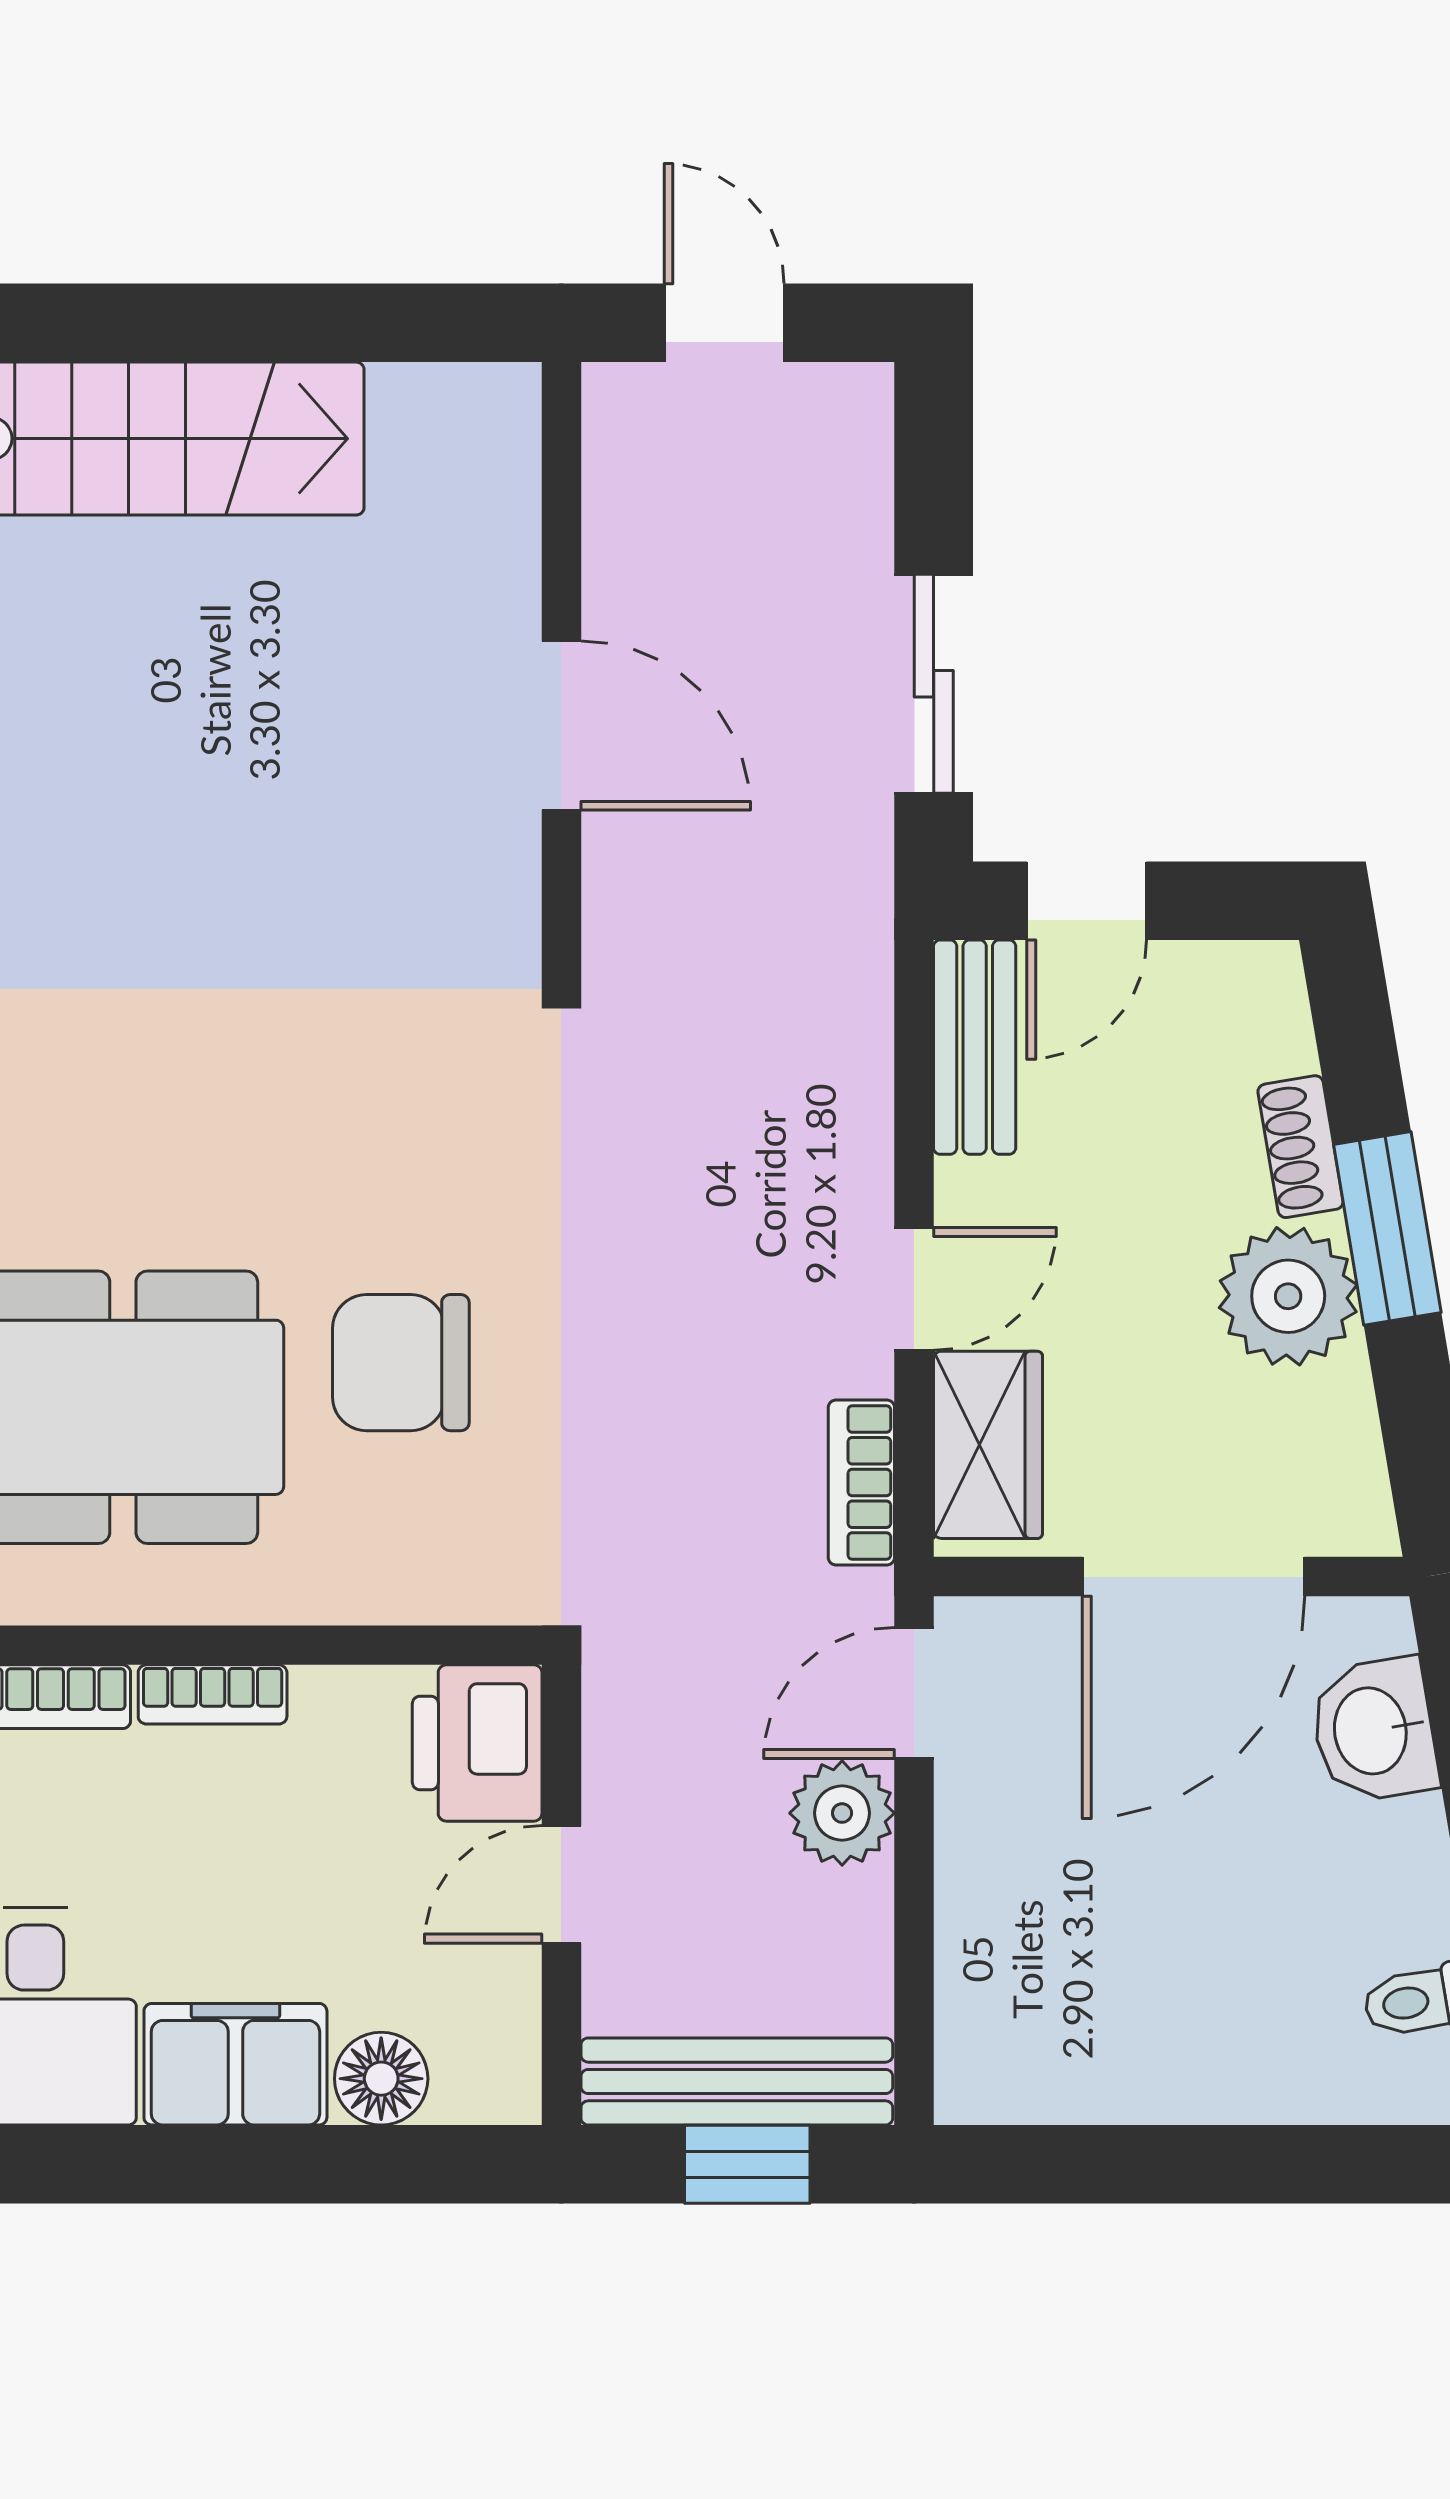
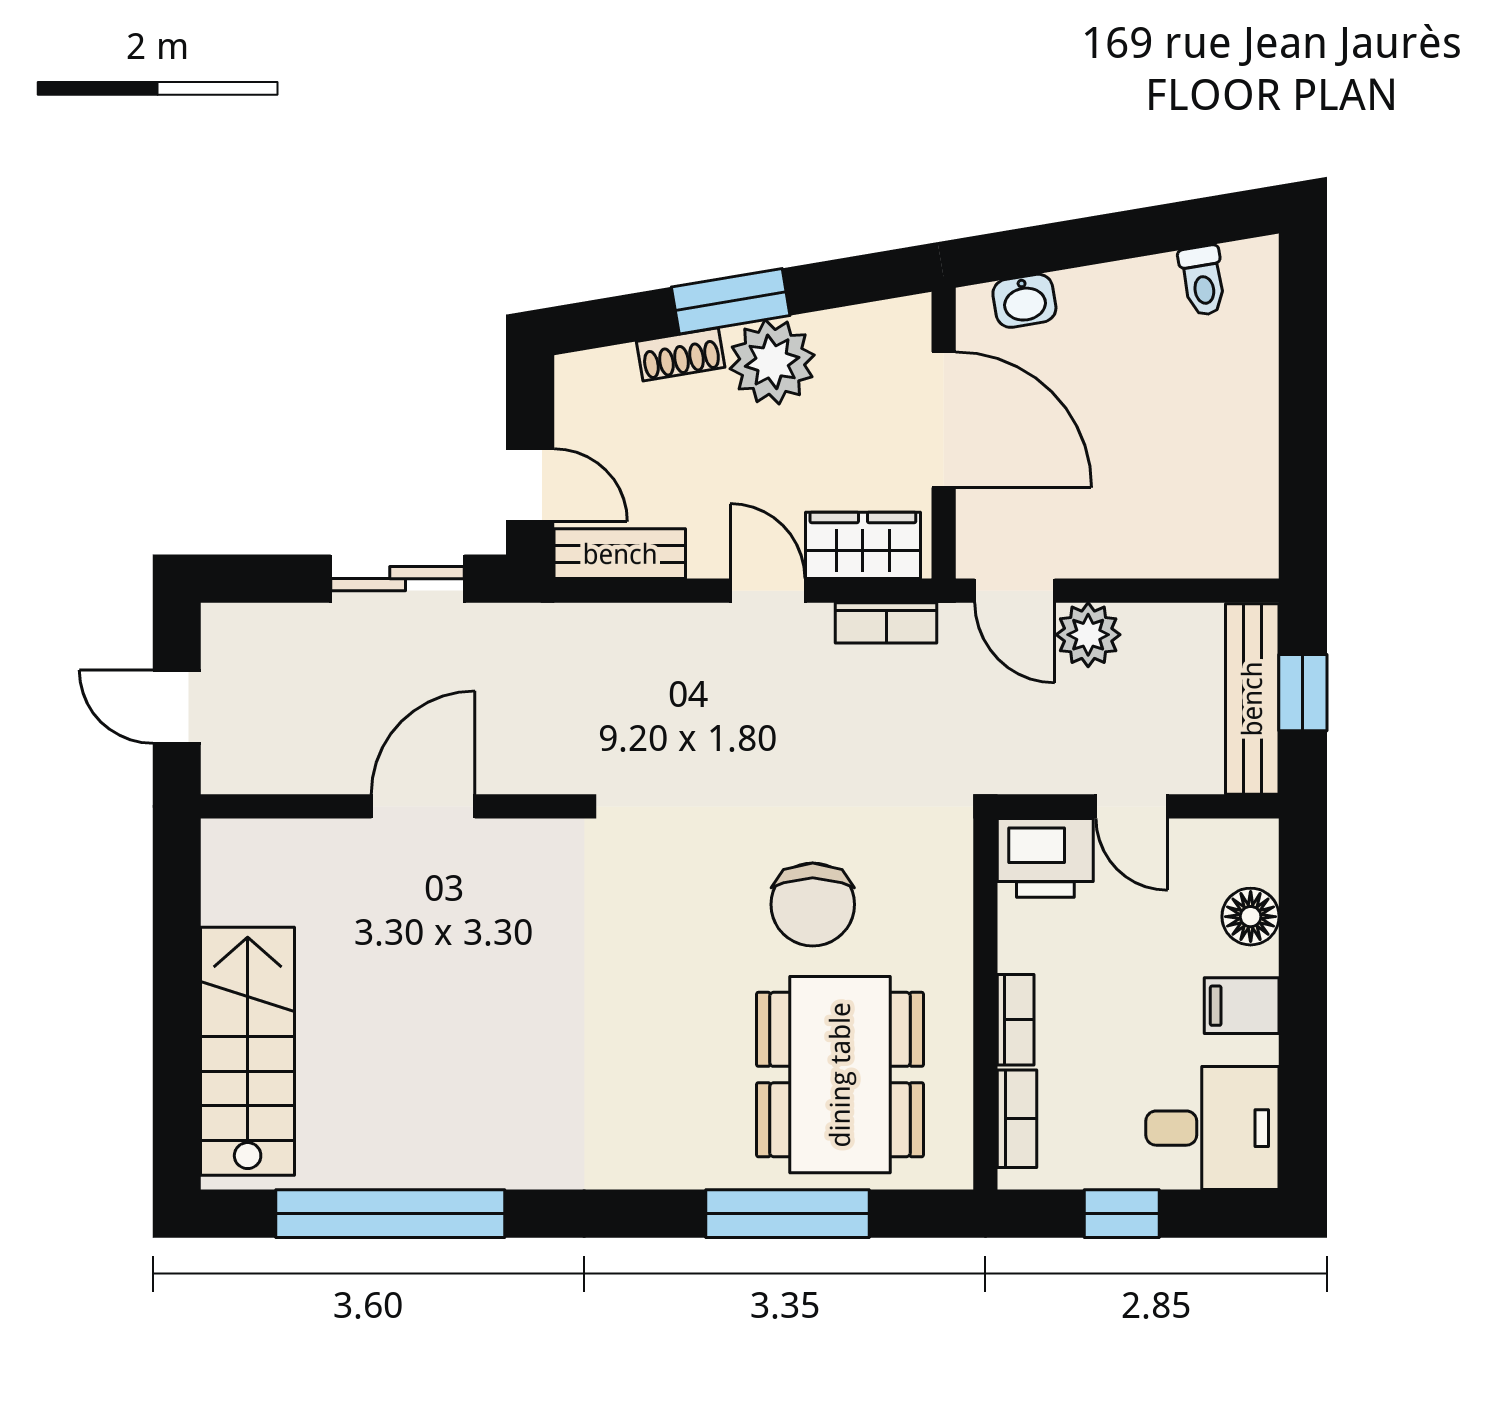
door: (724, 323) -> (177, 707), hinge flipped
washbasin: (1374, 1730) -> (1024, 301), width x0.72, depth x0.69
filing cabinet: (235, 2064) -> (1242, 1006), width x0.50

